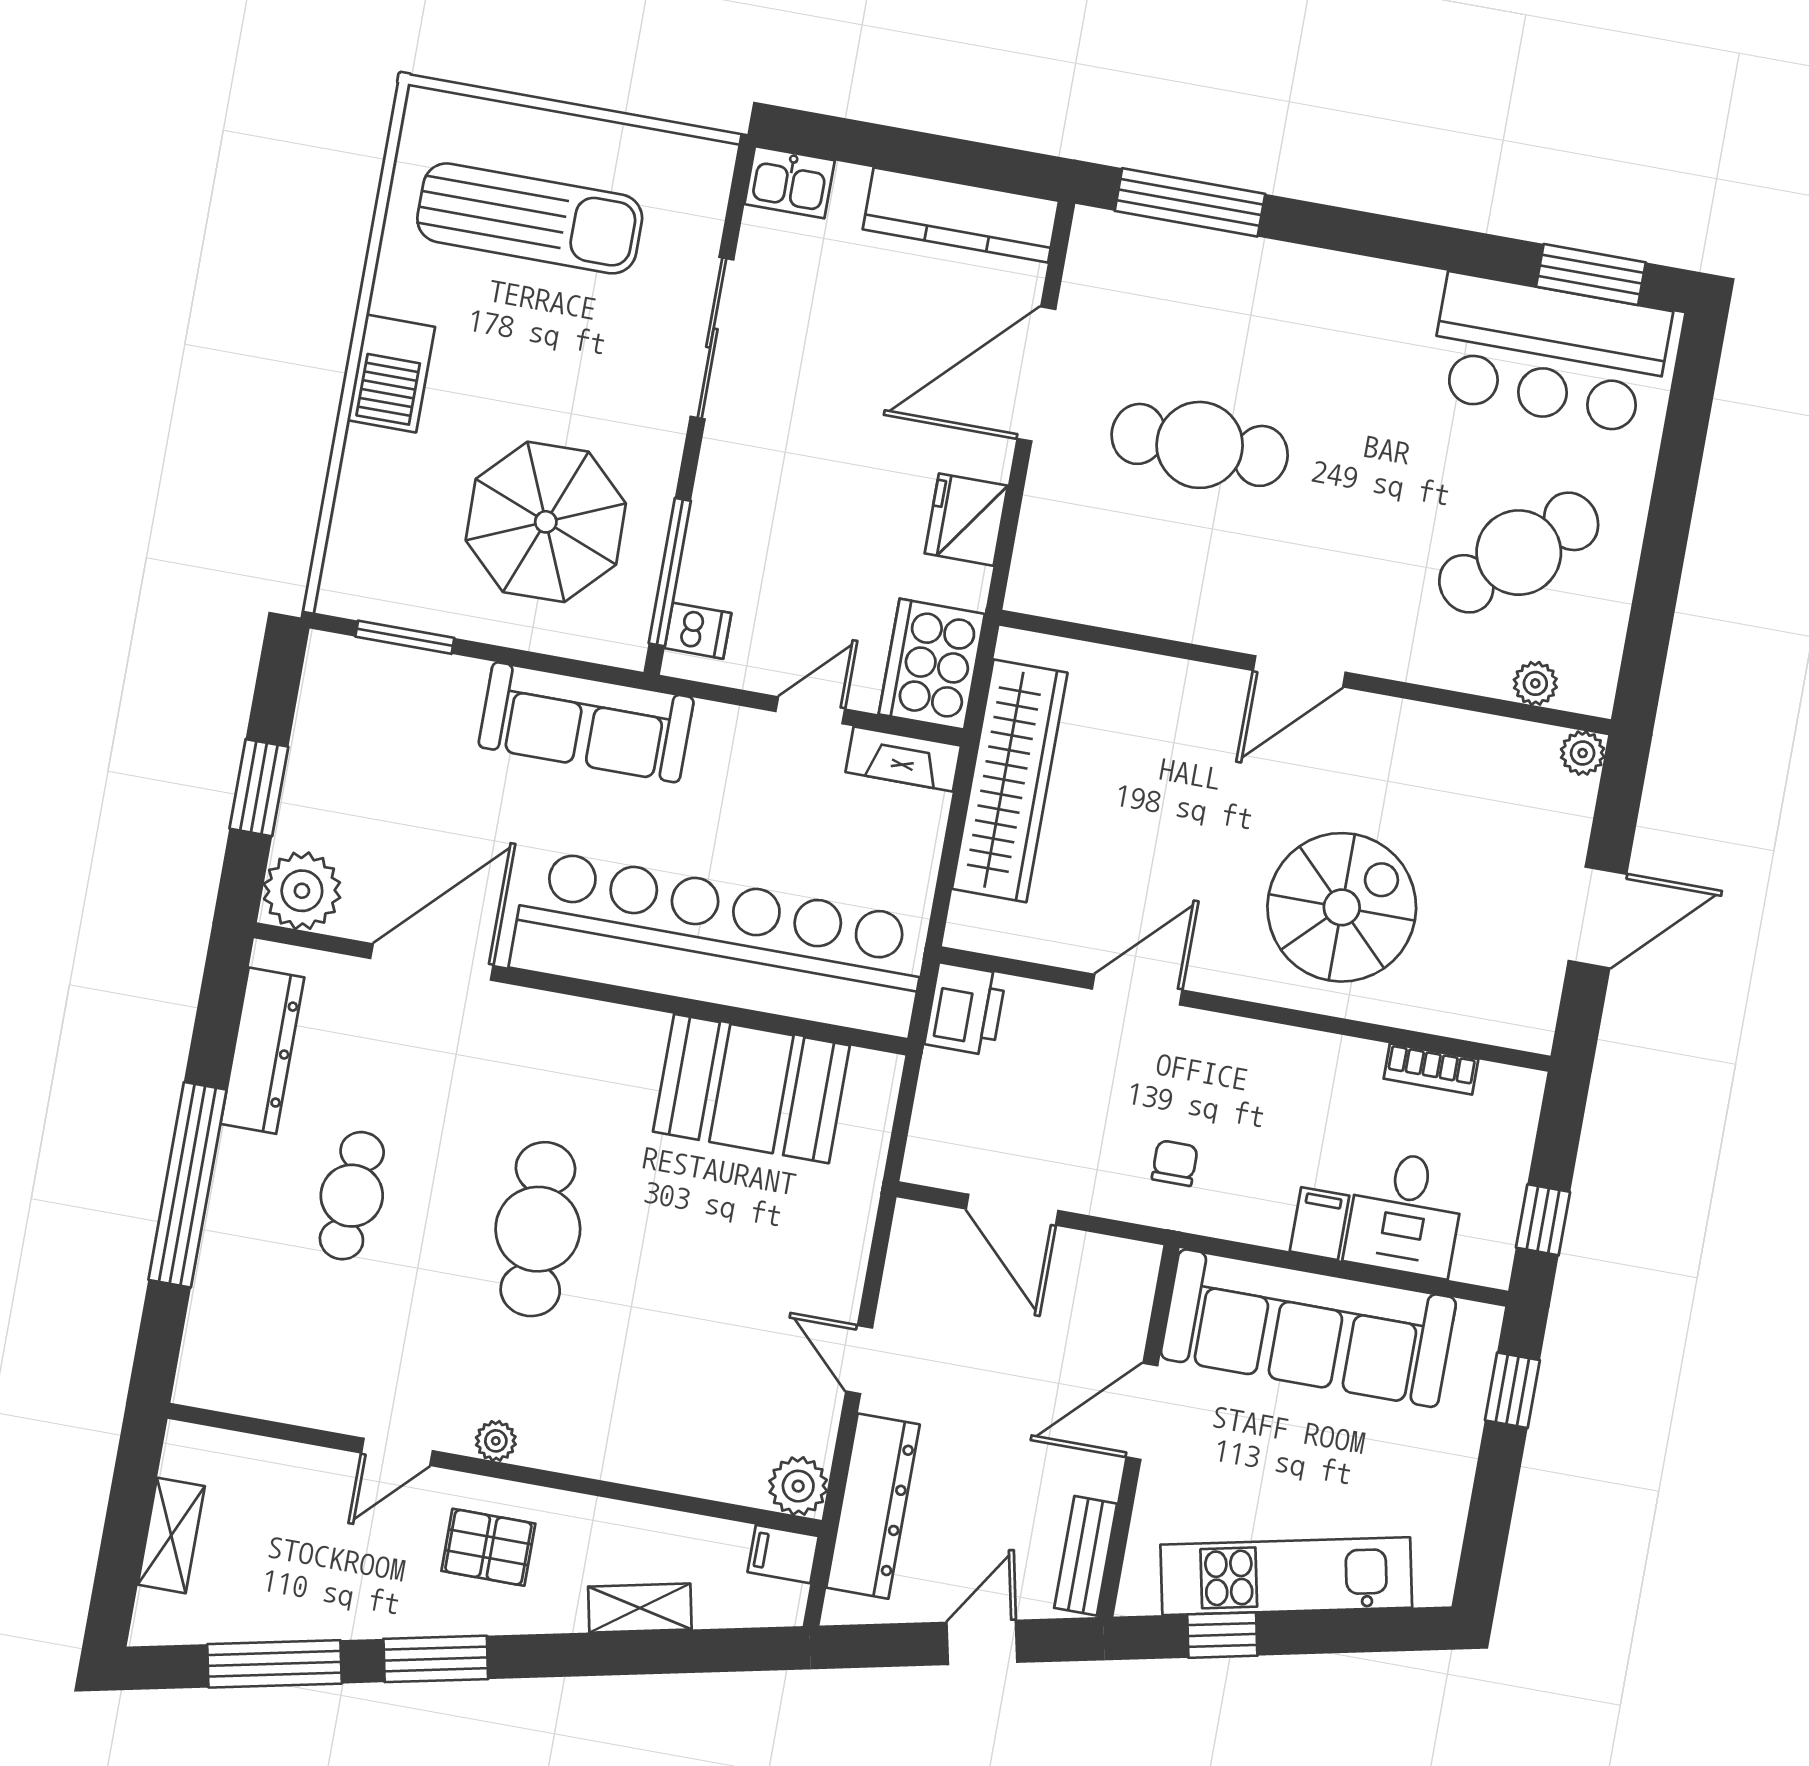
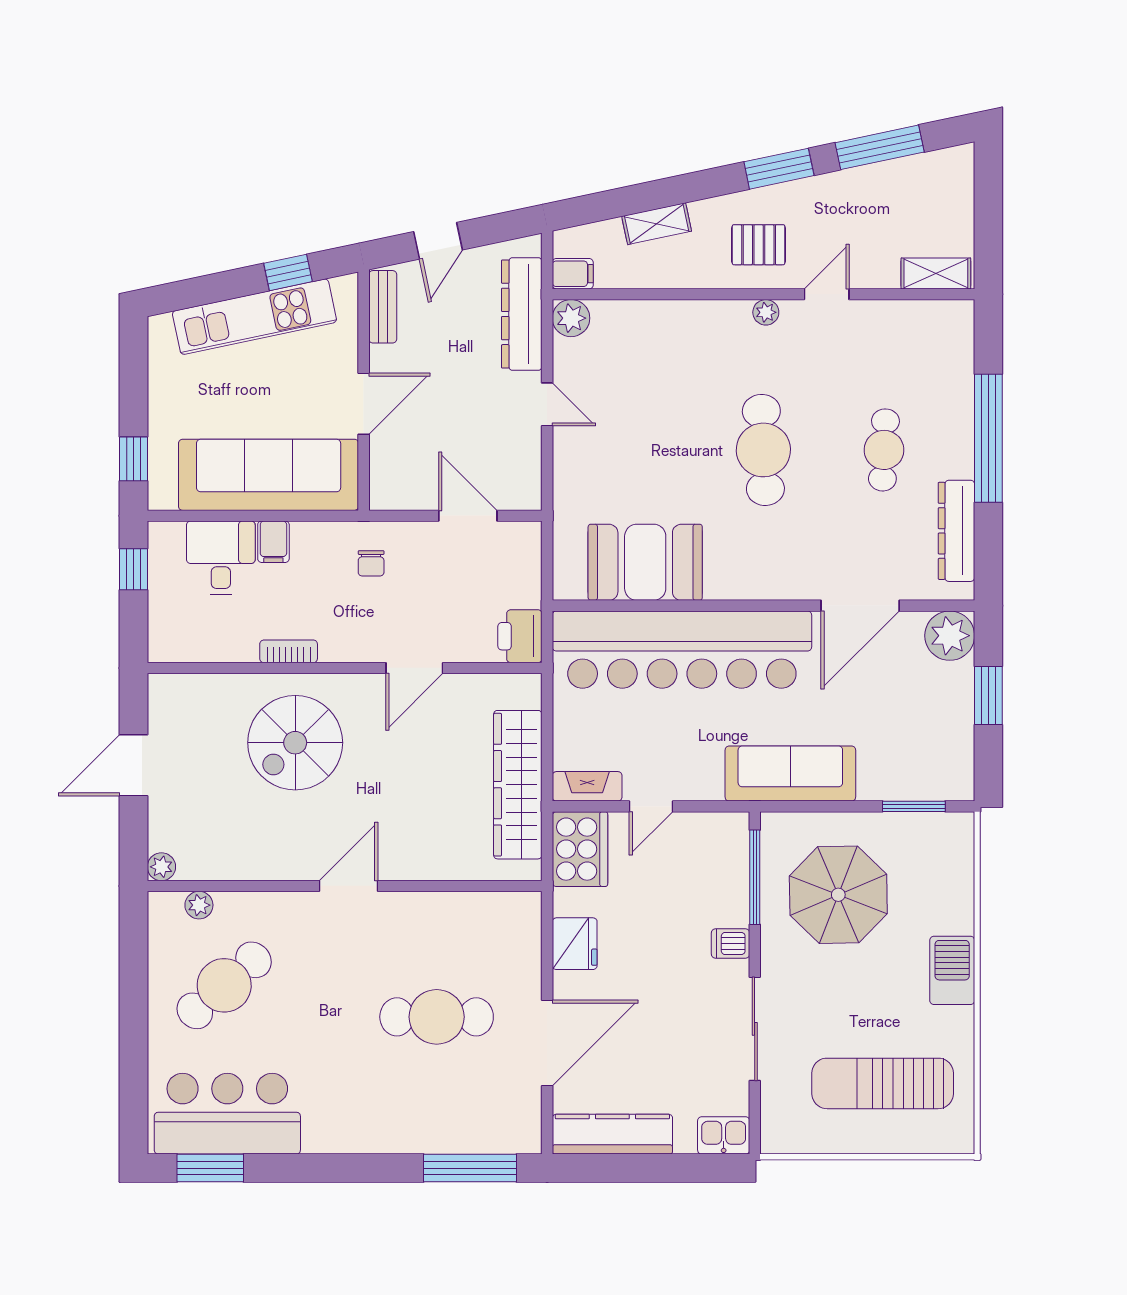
dishwasher: (698, 631) -> (731, 944), moved
bookcase: (1431, 1069) -> (289, 651), moved
shelving: (171, 1535) -> (936, 273), moved, turned 90

